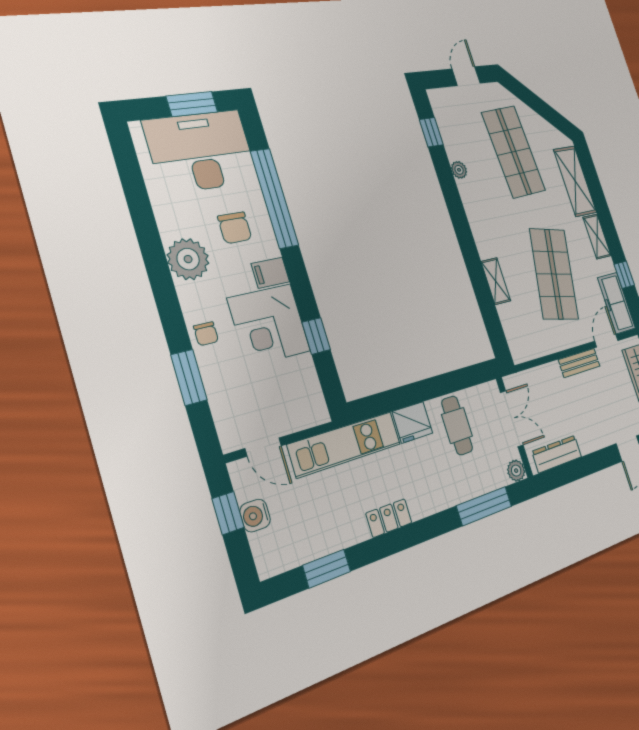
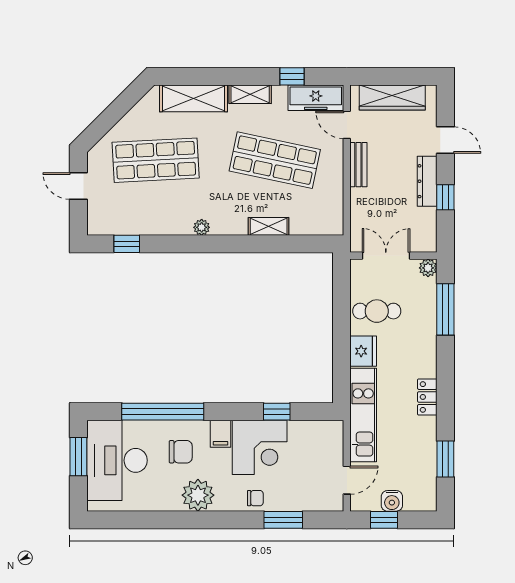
plant: (459, 170) -> (202, 227), moved
dresser: (557, 454) -> (427, 181), moved
window: (583, 467) -> (445, 197), added

